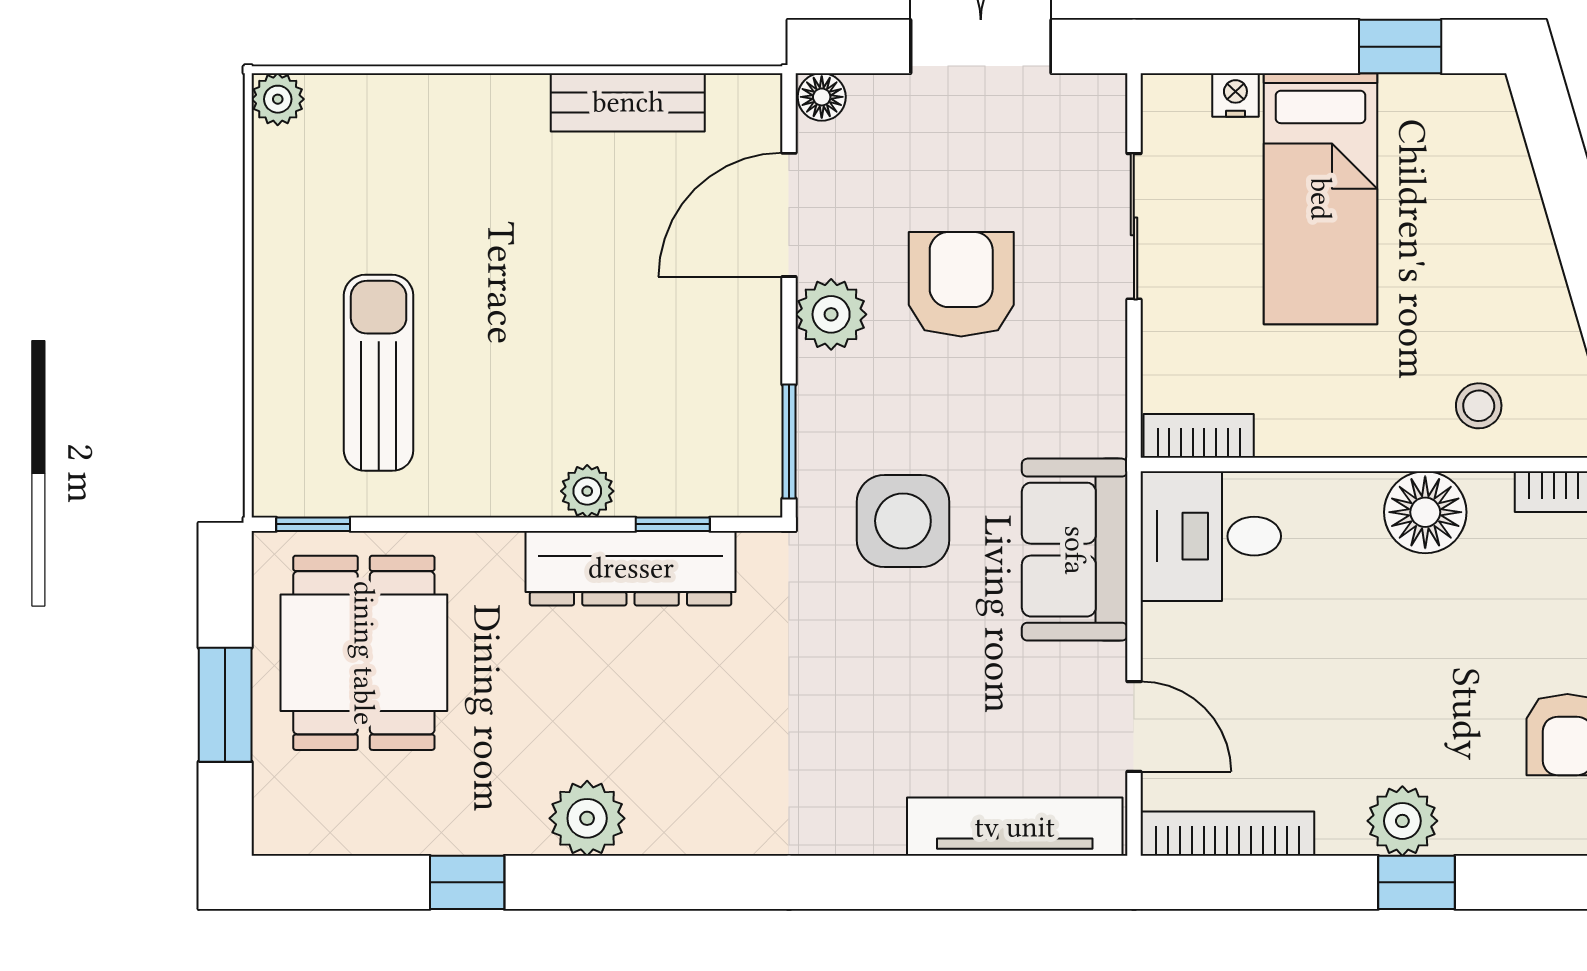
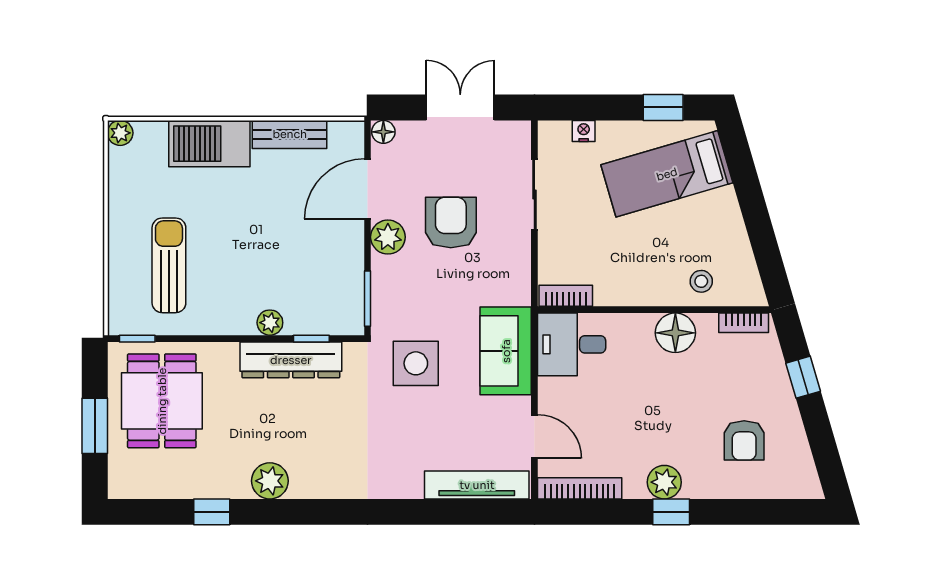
barbecue: (462, 121) -> (209, 144), added
bed: (1321, 199) -> (667, 174), moved, turned 74
side table: (903, 521) -> (416, 363), moved

